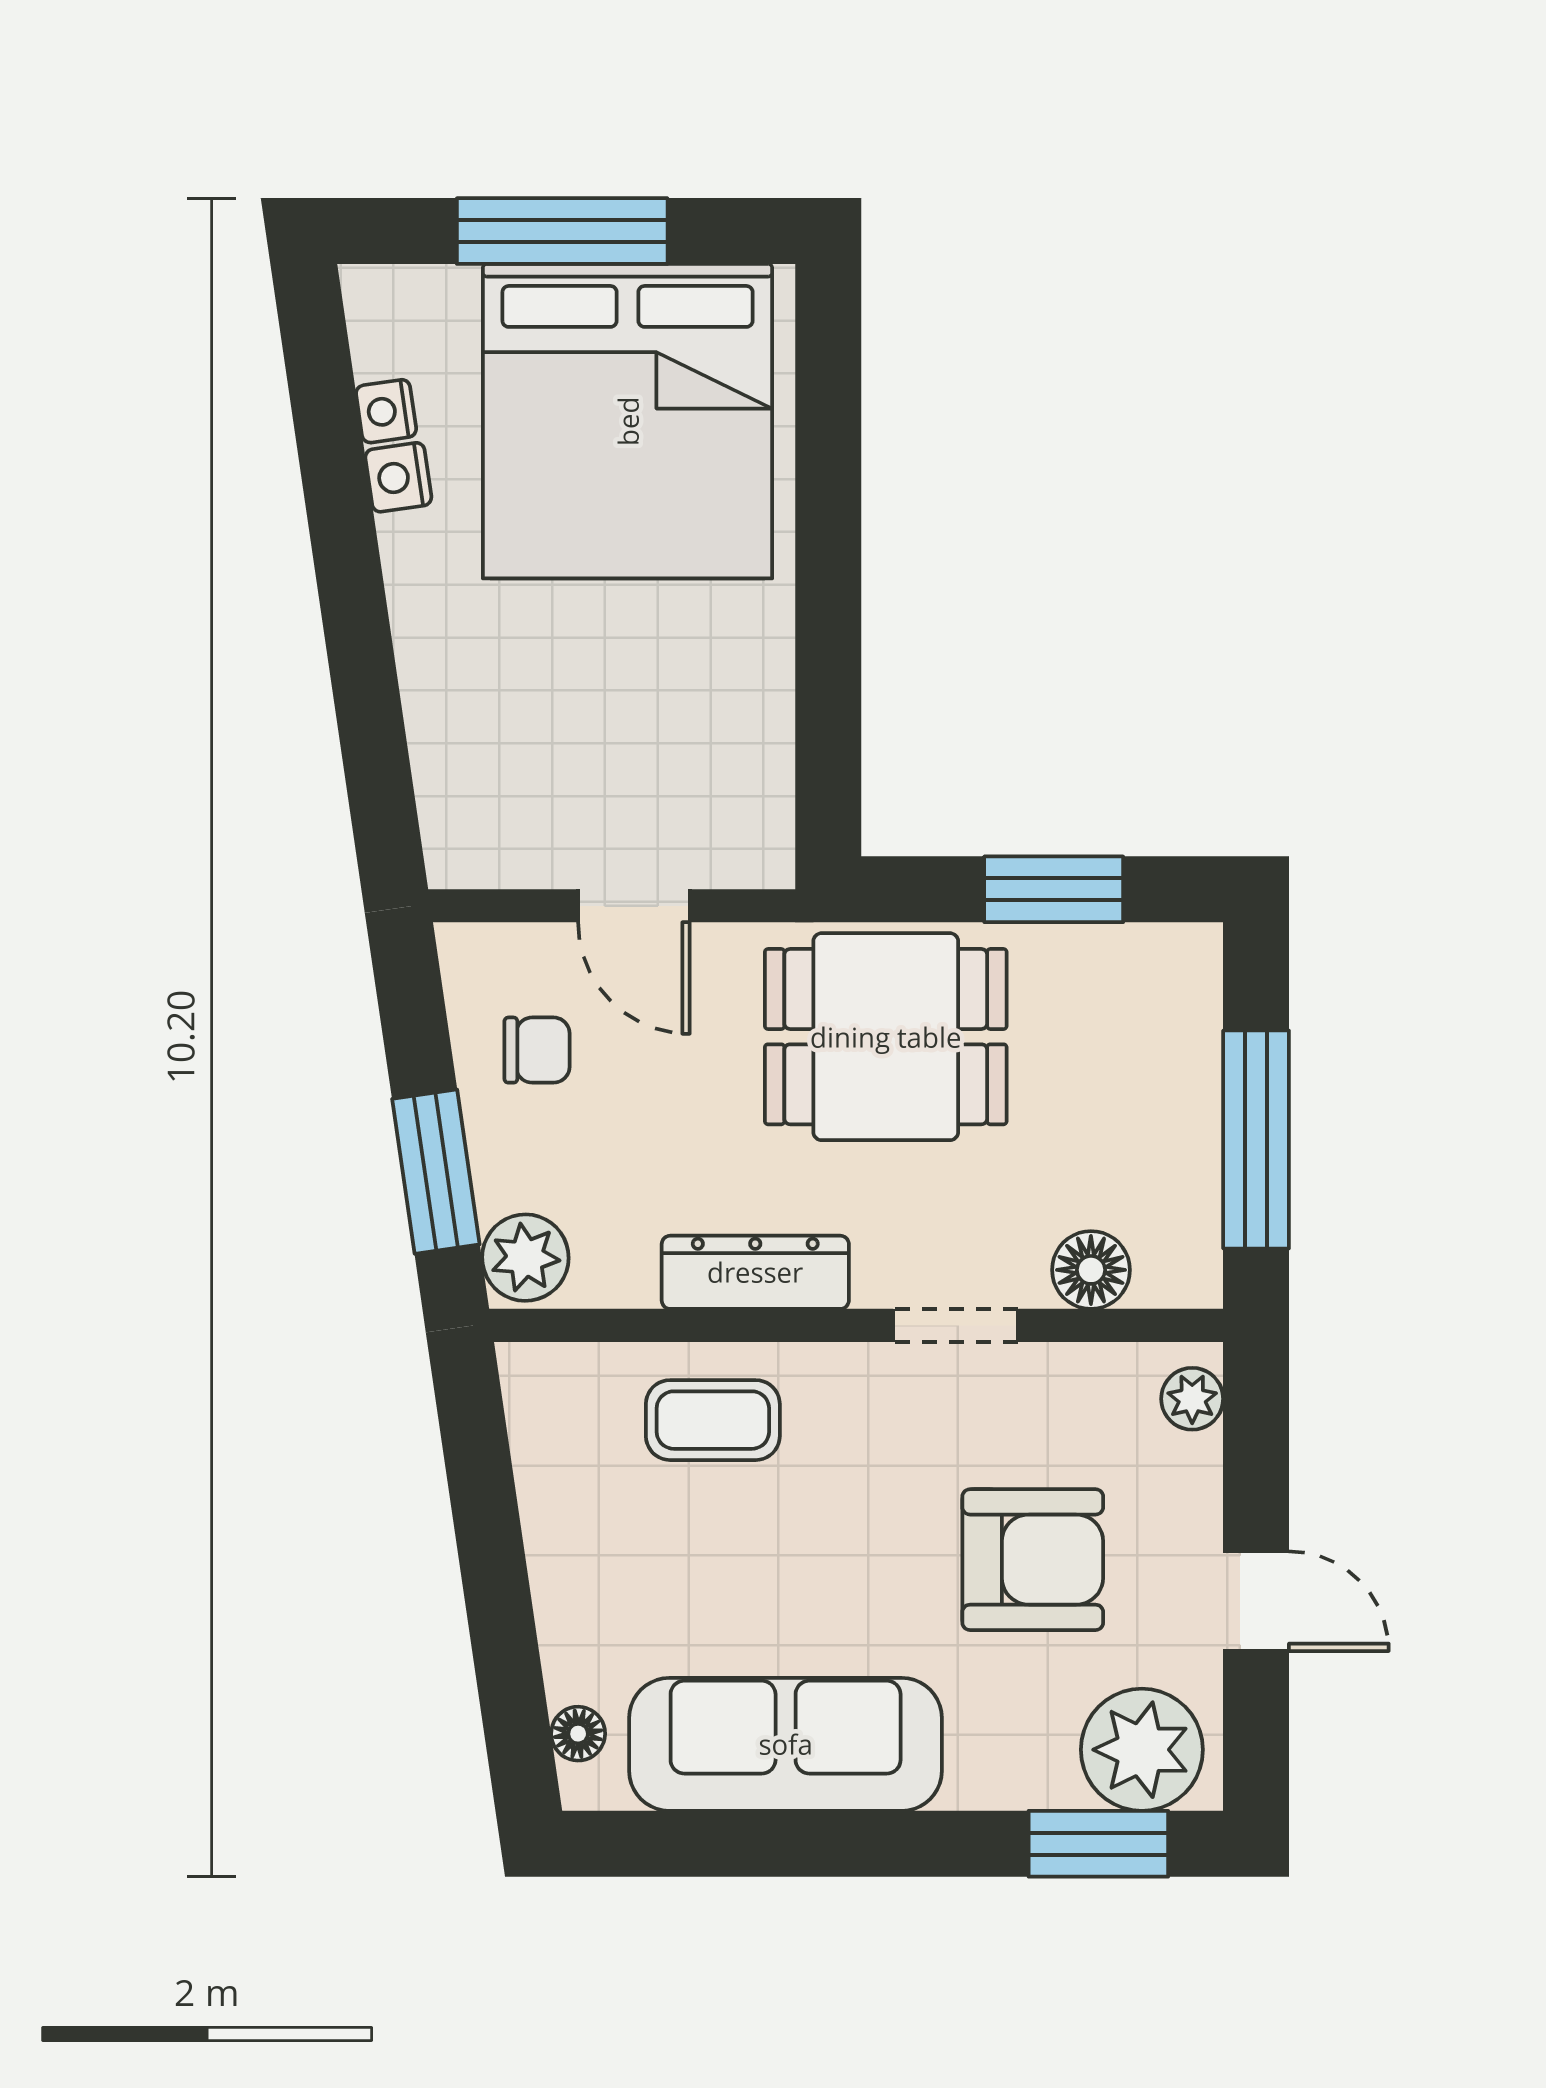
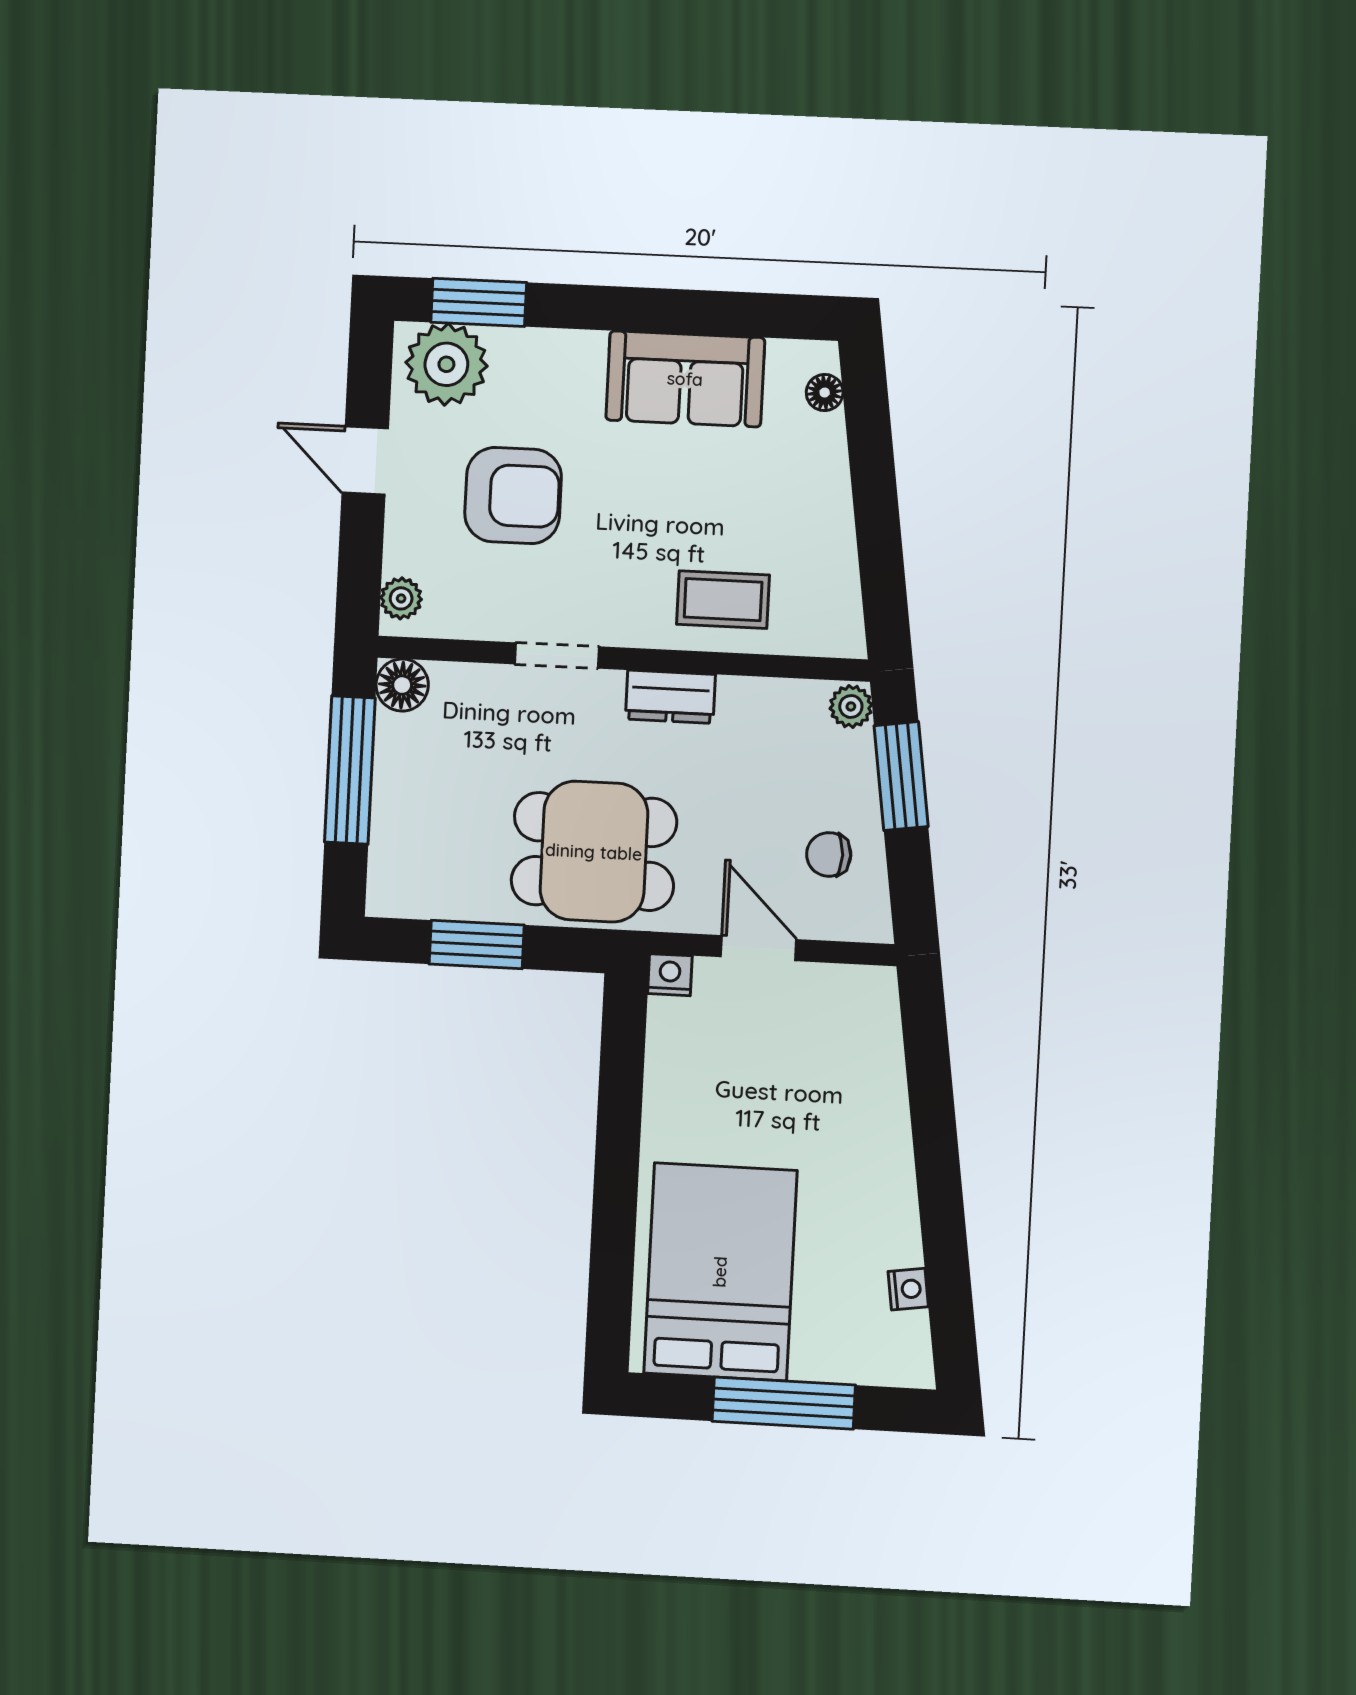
bed: (628, 421) -> (720, 1272), width x0.73
nightstand: (398, 477) -> (670, 975), moved, turned -82
plant: (525, 1258) -> (851, 706), width x0.73, depth x0.73
floor lamp: (1091, 1270) -> (402, 685), moved
dresser: (755, 1272) -> (670, 697), width x0.70
armchair: (1033, 1560) -> (513, 496), turned 180
sofa: (786, 1744) -> (685, 379), width x0.73

